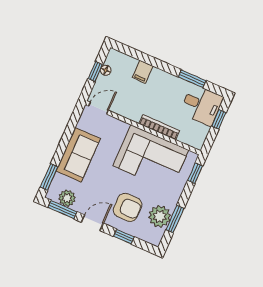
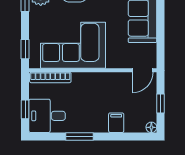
floor lamp: (106, 70) -> (151, 127), moved
window: (192, 79) -> (79, 137), moved
bookcase: (159, 127) -> (50, 78), moved

